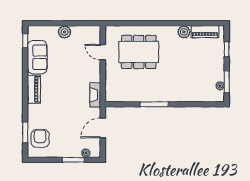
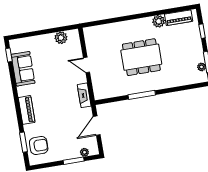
plant: (65, 32) -> (61, 38), moved
door: (103, 52) -> (86, 65), moved
dining table: (139, 52) -> (141, 57), moved
piano: (34, 89) -> (27, 110), moved
armchair: (40, 138) -> (39, 146), turned 90

